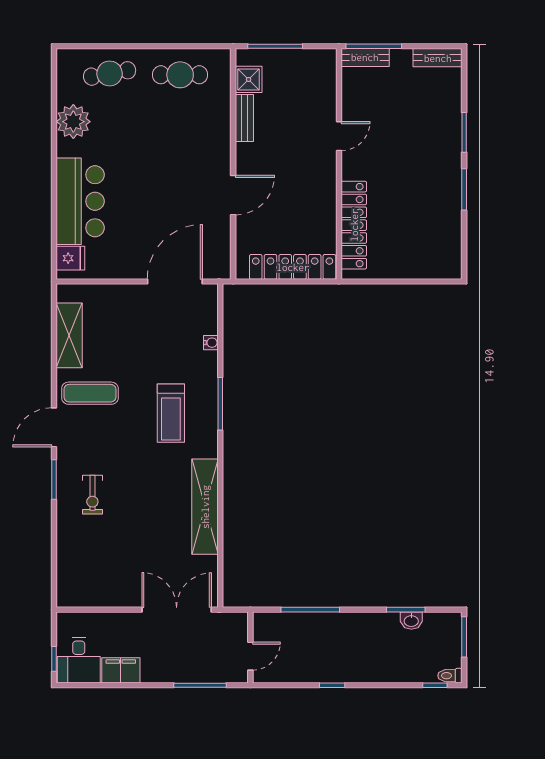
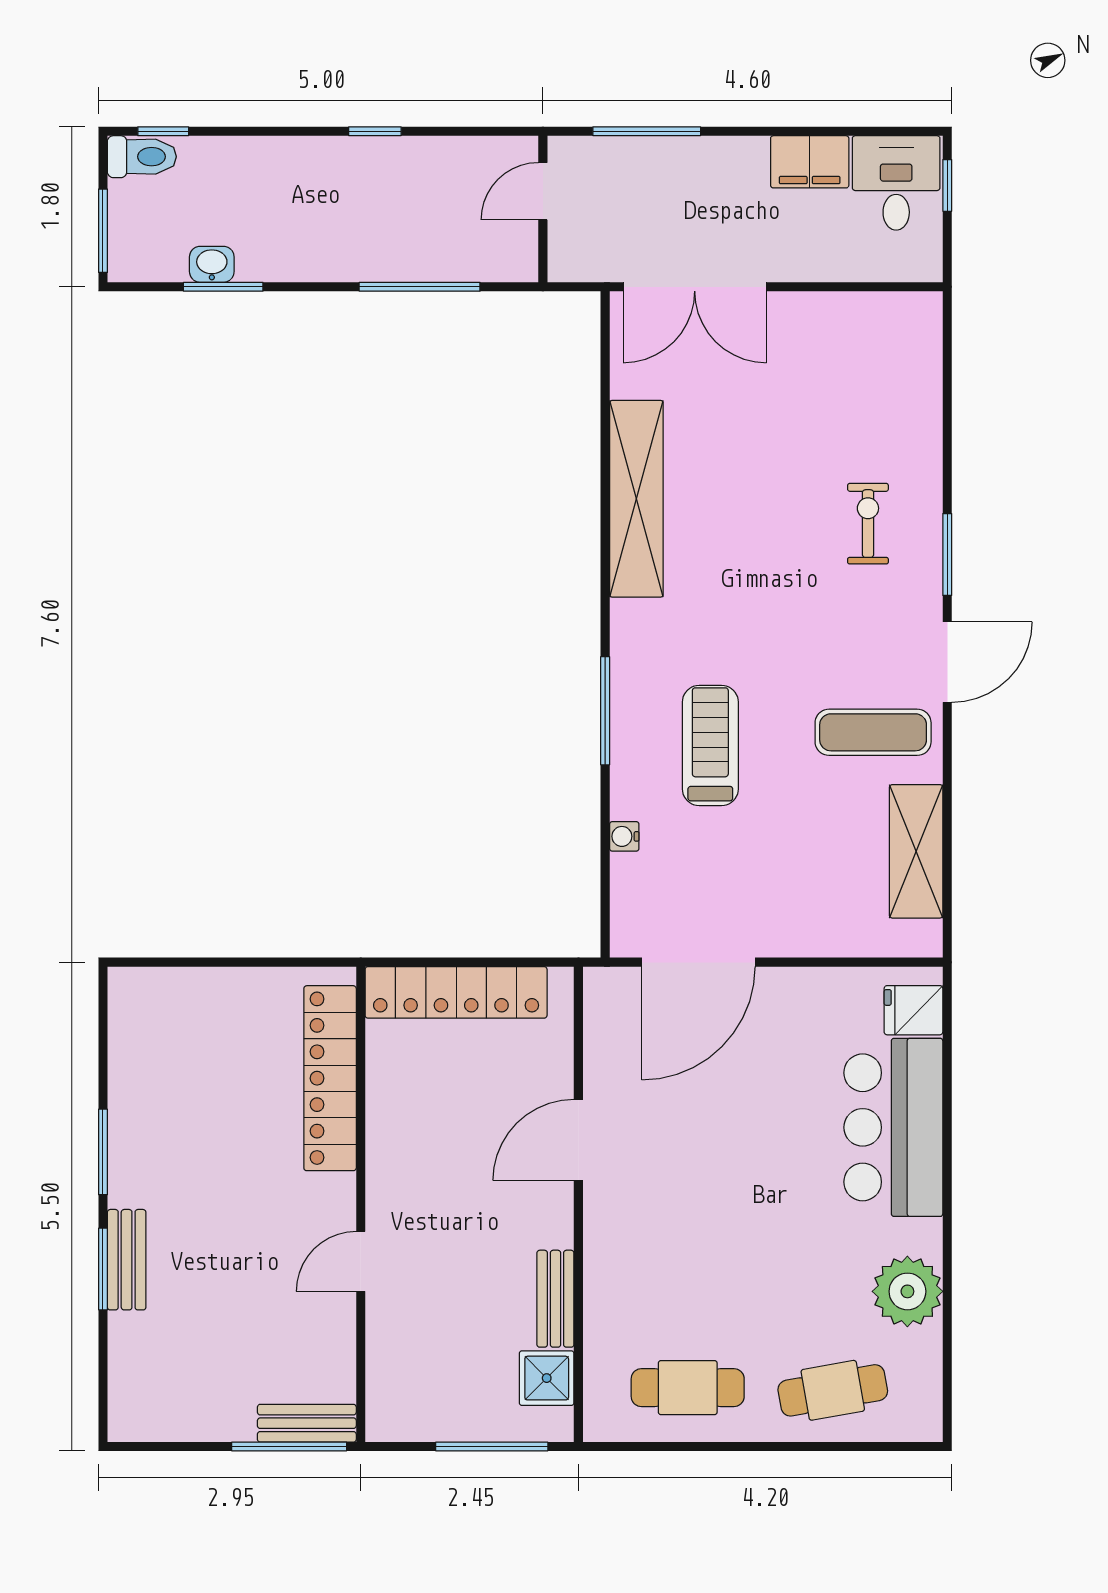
bench: (438, 58) -> (127, 1260), moved, turned 90
treadmill: (171, 413) -> (710, 745), moved
toilet: (450, 676) -> (142, 157), width x1.37, depth x1.39

